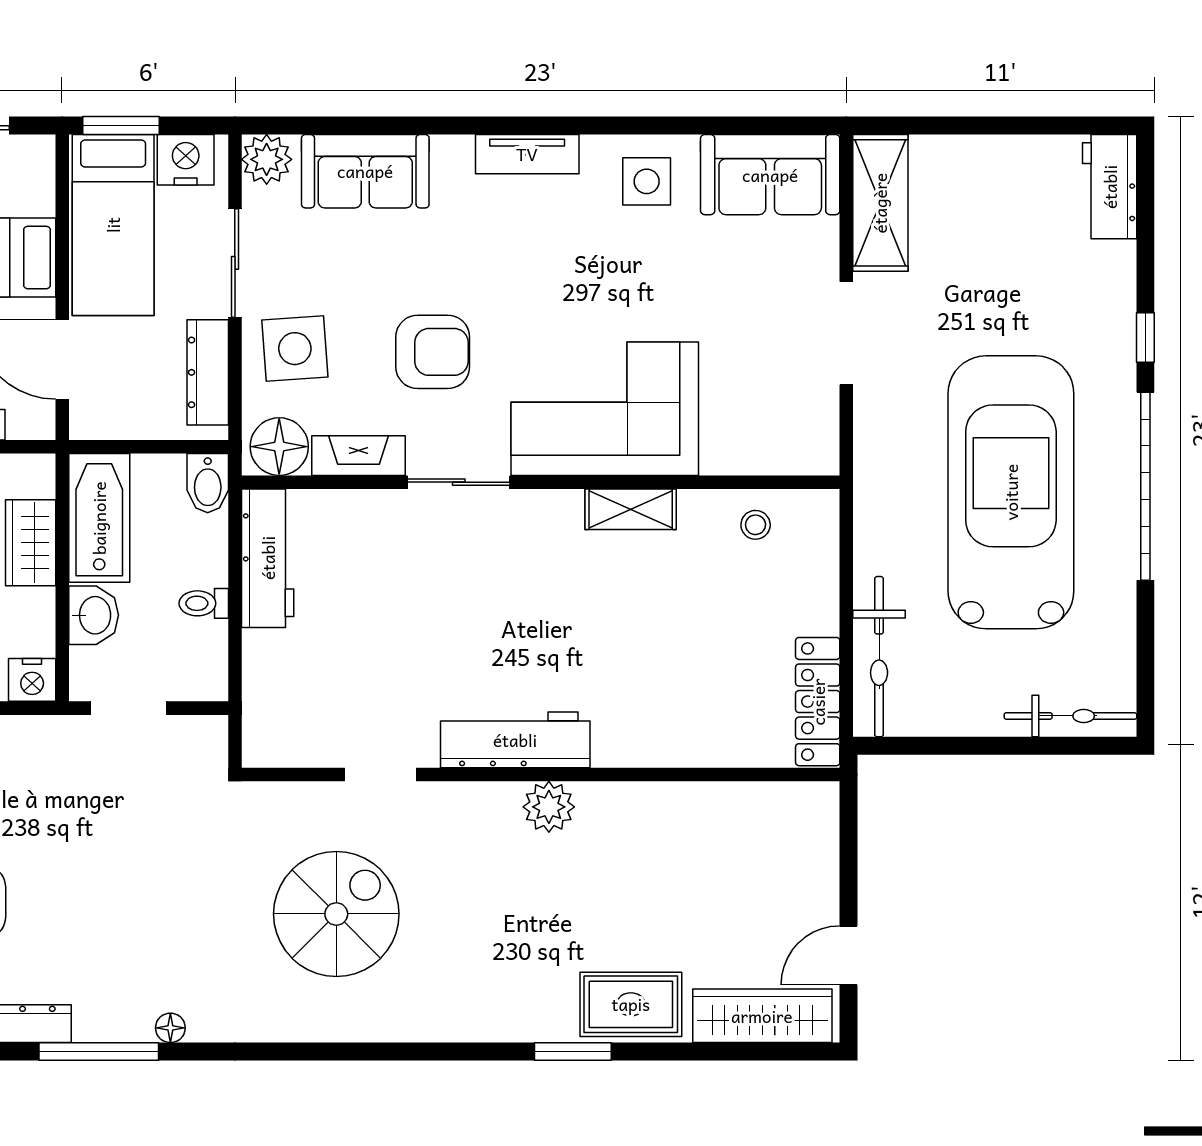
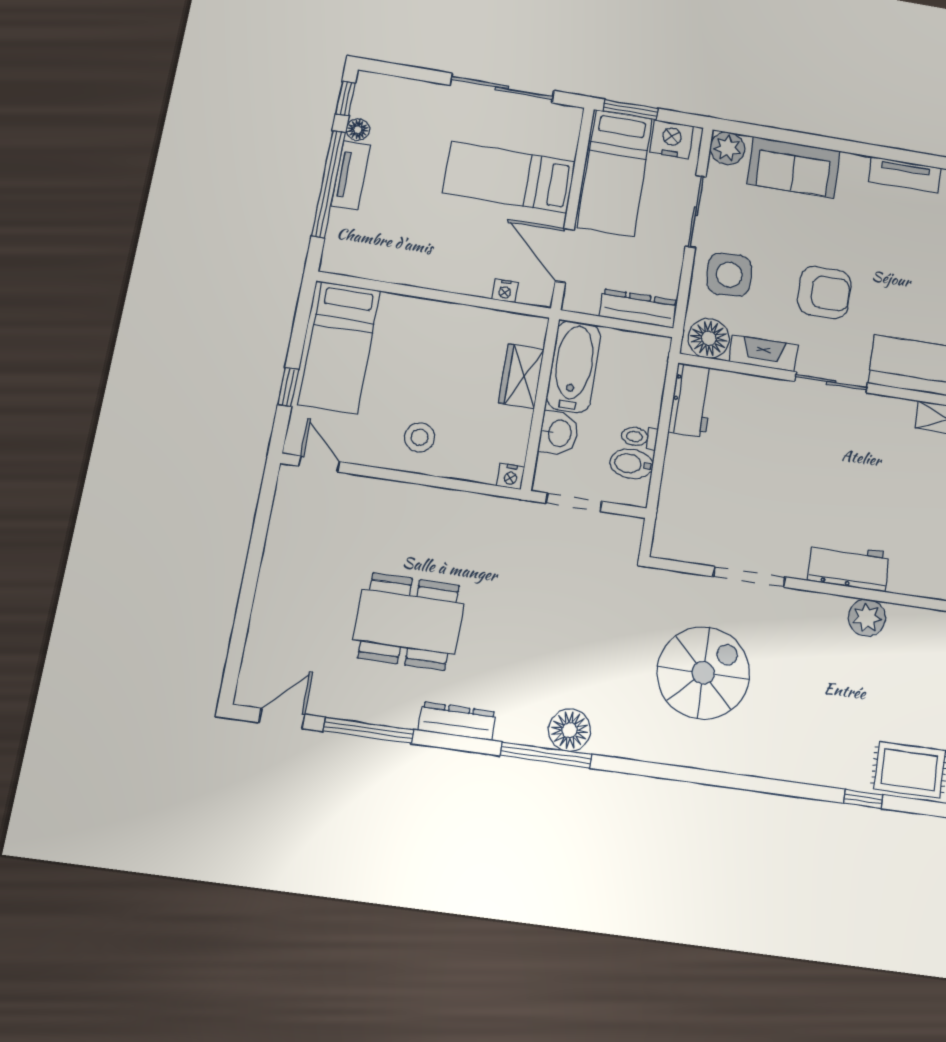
dresser: (208, 372) -> (638, 308), moved, turned 90
bidet: (208, 483) -> (631, 464), moved, turned 90
workbench: (268, 558) -> (691, 400), width x0.73
nightstand: (32, 680) -> (511, 476), width x0.72, depth x0.74
workbench: (515, 740) -> (849, 567), width x0.73
doorway: (381, 775) -> (749, 577), width x1.38
floor lamp: (170, 1028) -> (570, 730), width x1.89, depth x1.89
window: (99, 1051) -> (546, 755), moved
window: (573, 1051) -> (863, 799), width x0.67

